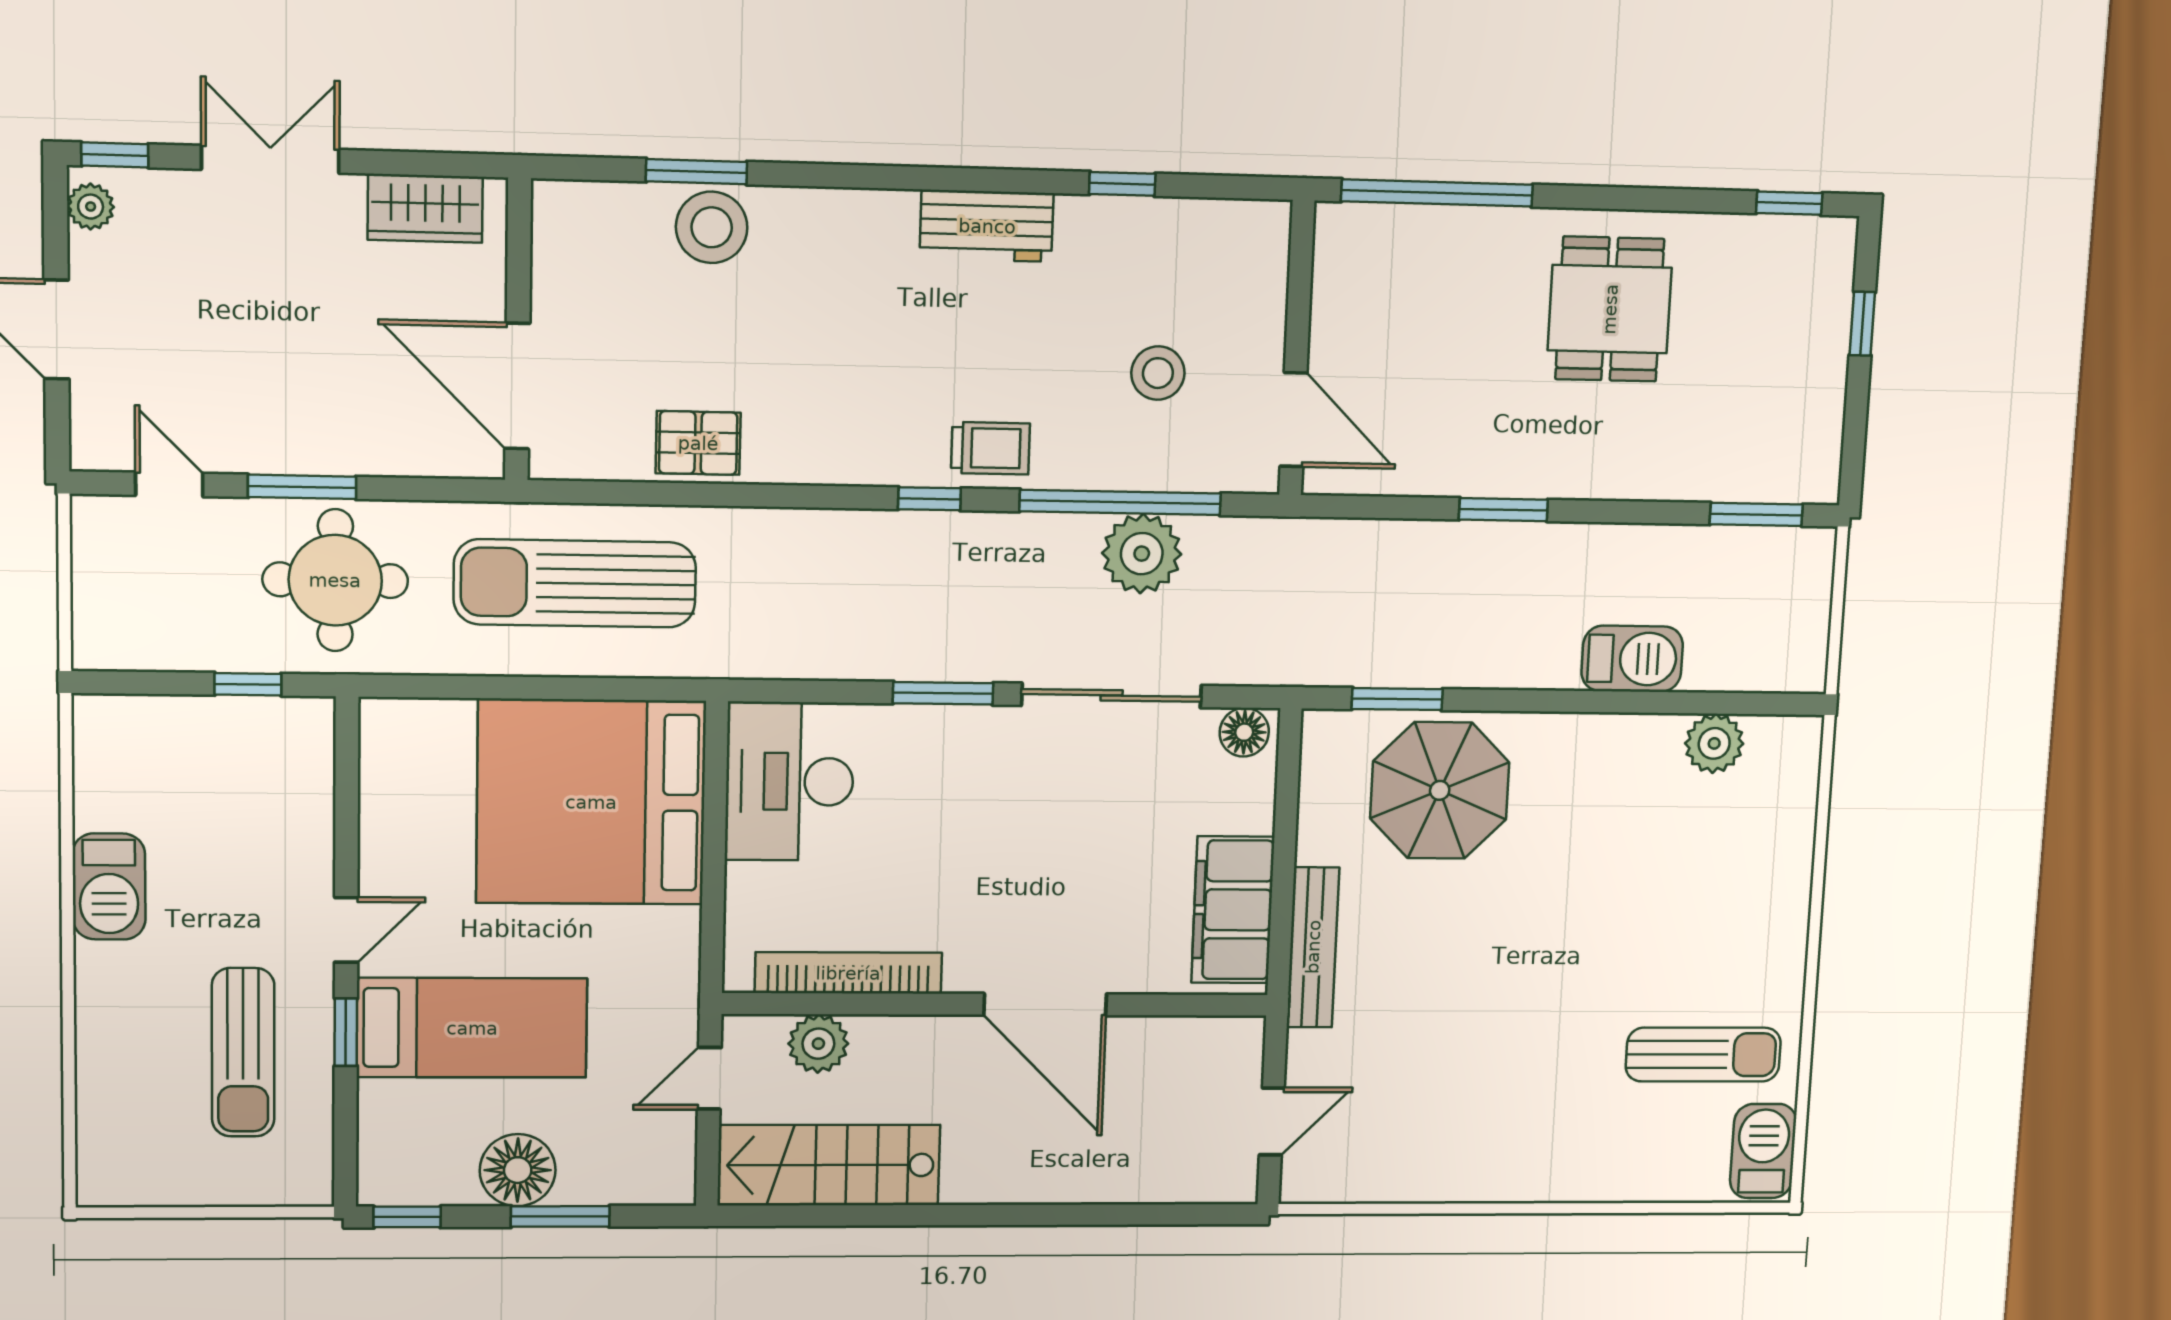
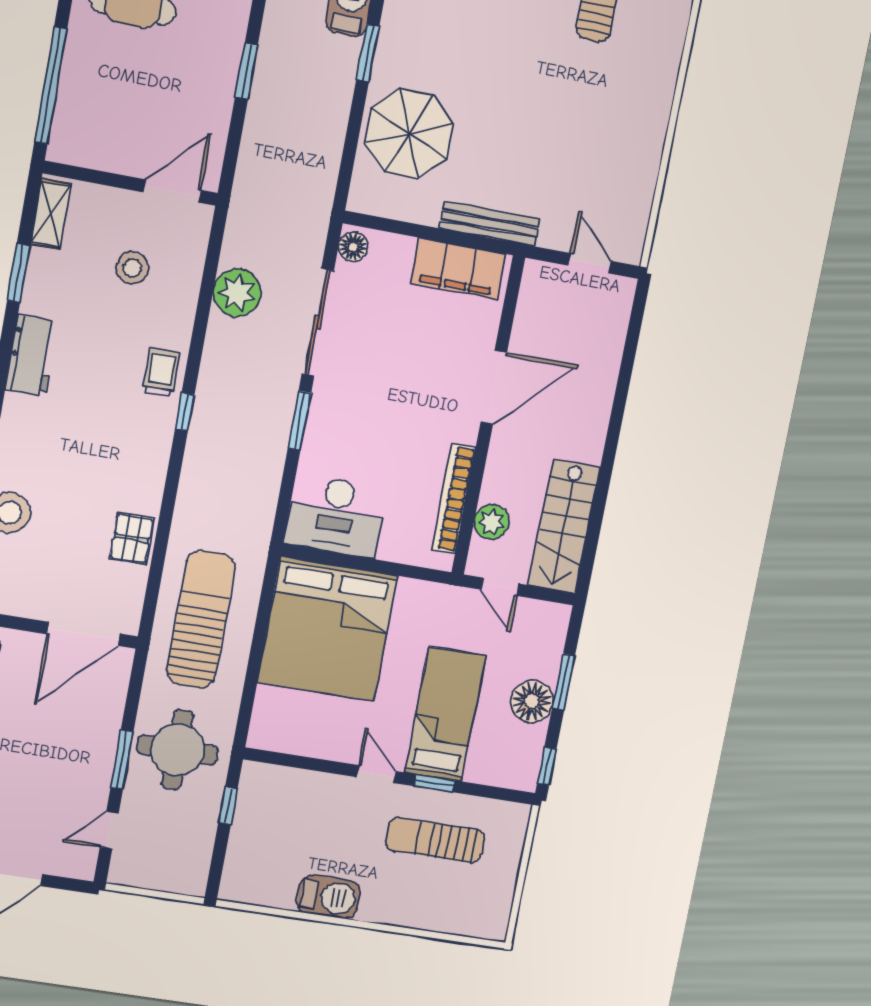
window: (1122, 184) -> (18, 273), width x1.50
shelving: (1228, 224) -> (51, 214), added
window: (1120, 502) -> (205, 301), removed
sun lounger: (575, 583) -> (201, 619), turned 180
window: (1397, 699) -> (368, 53), moved
sun lounger: (243, 1052) -> (435, 840), turned 180

